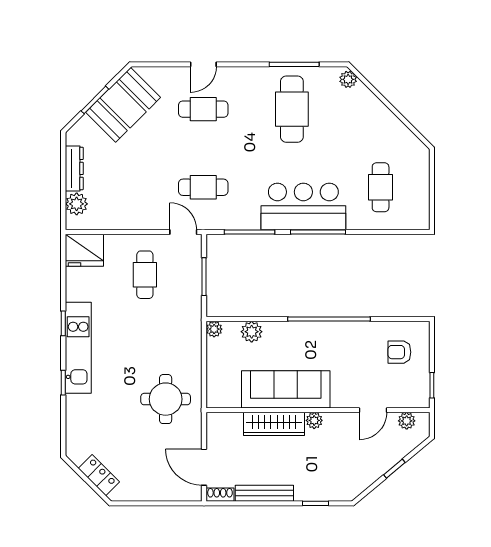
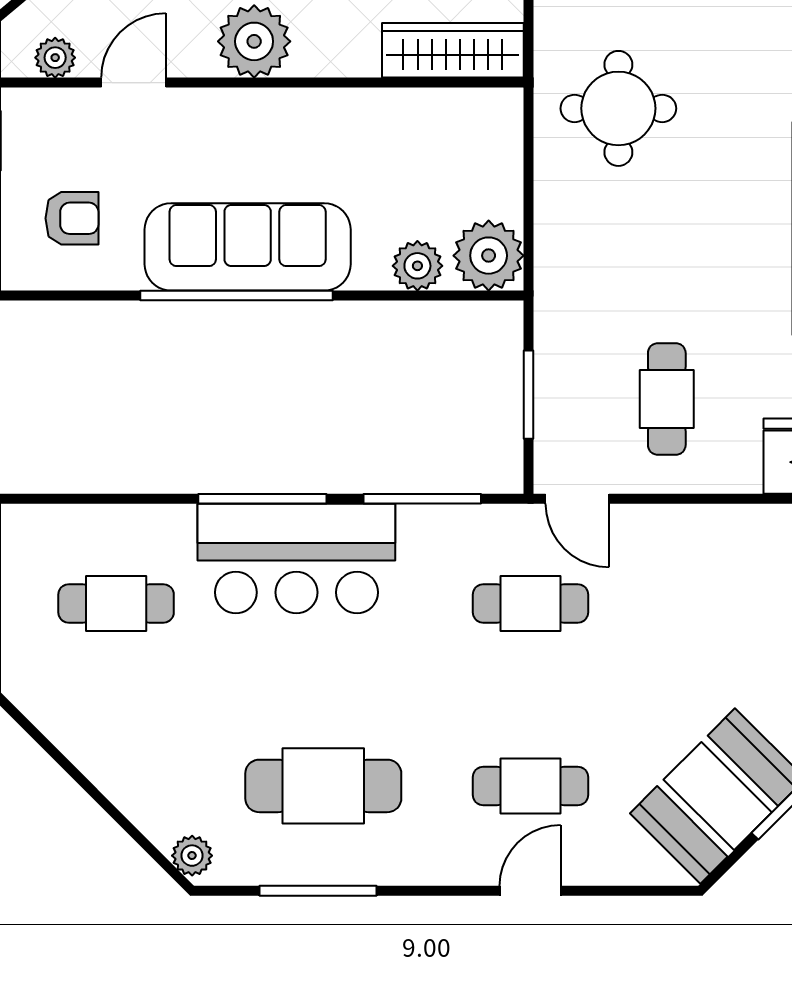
cafe table: (292, 109) -> (323, 786), turned 90
cafe table: (381, 187) -> (116, 603), turned 90
plant: (214, 329) -> (489, 256), width x1.88, depth x1.88
sofa: (286, 389) -> (248, 247), moved, turned 180
plant: (314, 420) -> (254, 41), width x1.88, depth x1.88
wardrobe: (274, 424) -> (453, 50), moved

